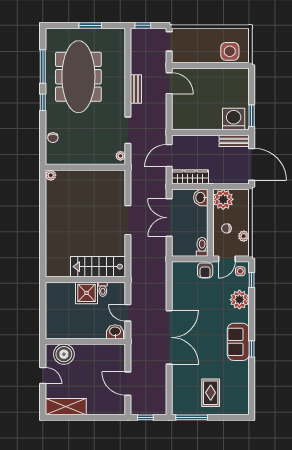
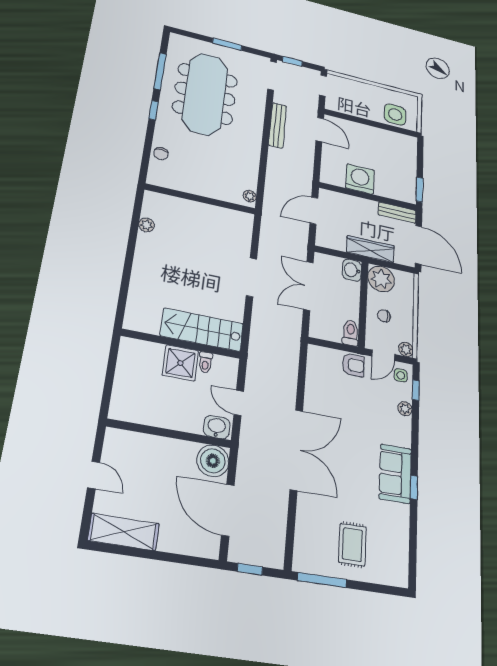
bench: (136, 89) -> (278, 125), width x1.36
washing machine: (234, 119) -> (360, 179), moved
doorway: (128, 130) -> (272, 76), moved
plant: (51, 175) -> (147, 225), moved
wardrobe: (190, 177) -> (370, 249), moved
plant: (244, 236) -> (406, 349), moved
armchair: (205, 270) -> (353, 365), turned -90
plant: (239, 300) -> (405, 409), width x0.53, depth x0.53
boiler: (64, 354) -> (213, 461), moved
door: (128, 384) -> (228, 510), width x1.36

